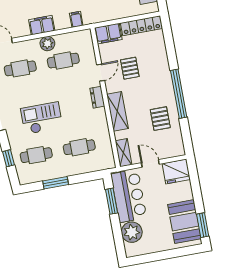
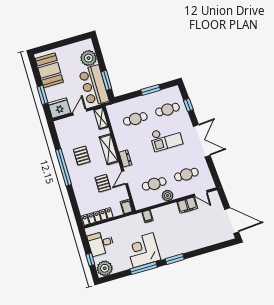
filing cabinet: (42, 25) -> (187, 205), moved
filing cabinet: (108, 34) -> (127, 207), width x0.50
pallet: (160, 119) -> (82, 156), moved
door: (150, 163) -> (80, 112), swing flipped
window: (203, 225) -> (42, 95), moved

